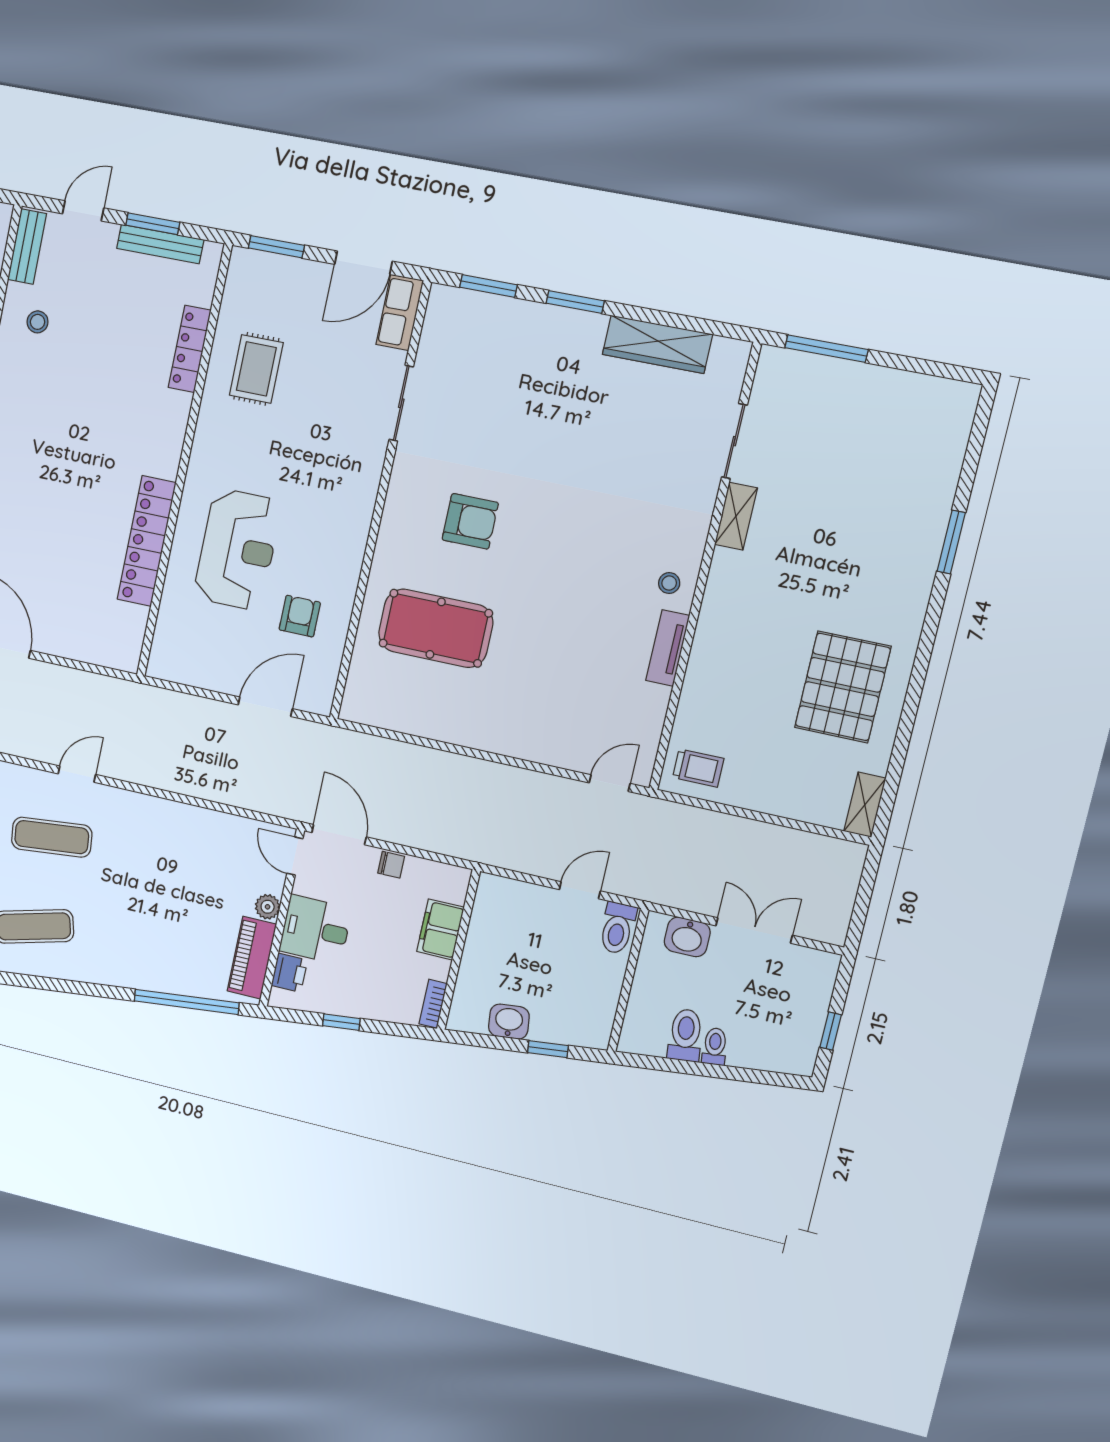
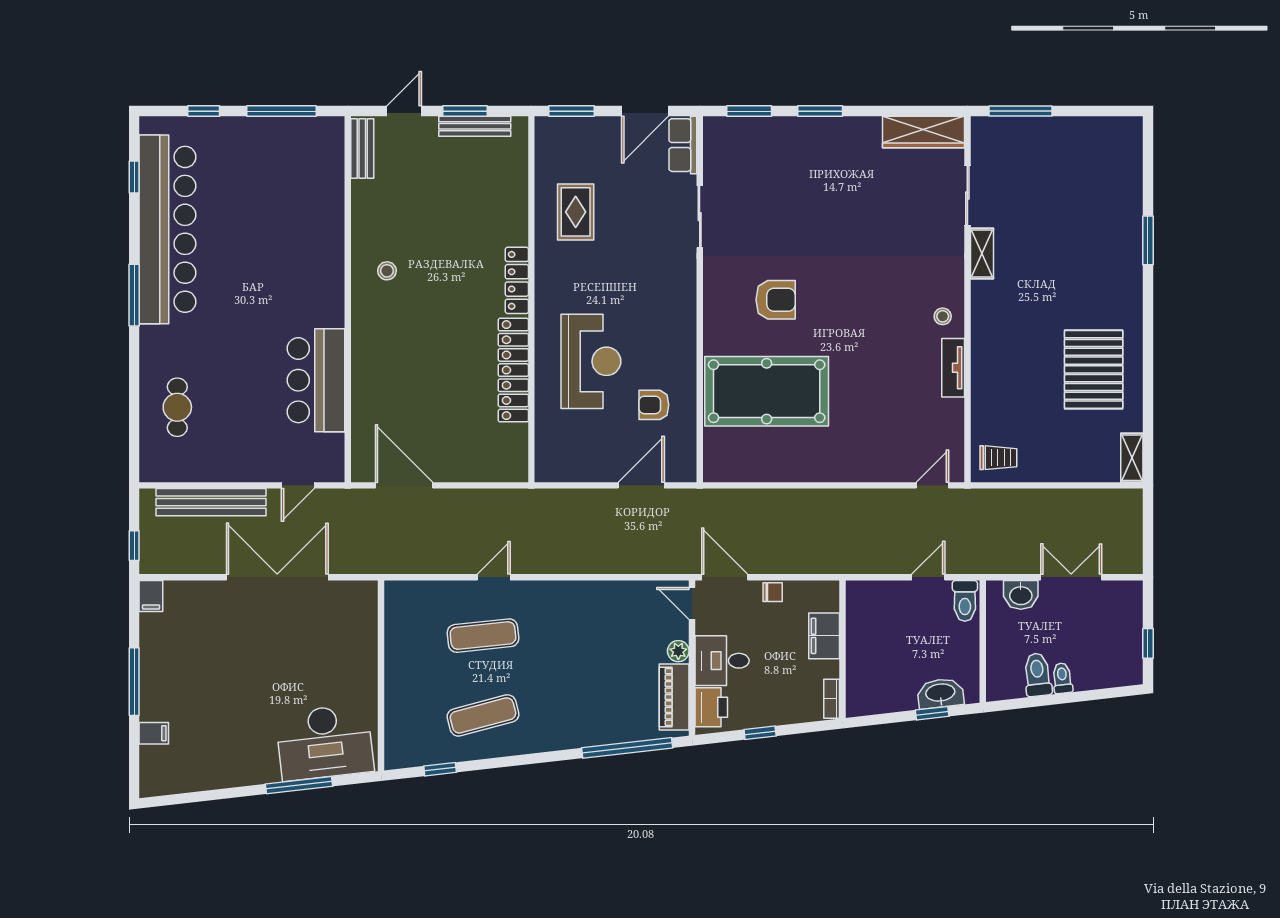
stool: (38, 322) -> (387, 271), moved
wardrobe: (657, 344) -> (923, 132), moved
locker: (190, 349) -> (517, 280), moved
armchair: (300, 616) -> (654, 405), turned -90
pool table: (436, 628) -> (767, 391), width x1.36, depth x1.32
printer: (289, 973) -> (711, 707), width x1.36, depth x1.24
washbasin: (509, 1022) -> (940, 693), moved, width x1.38

